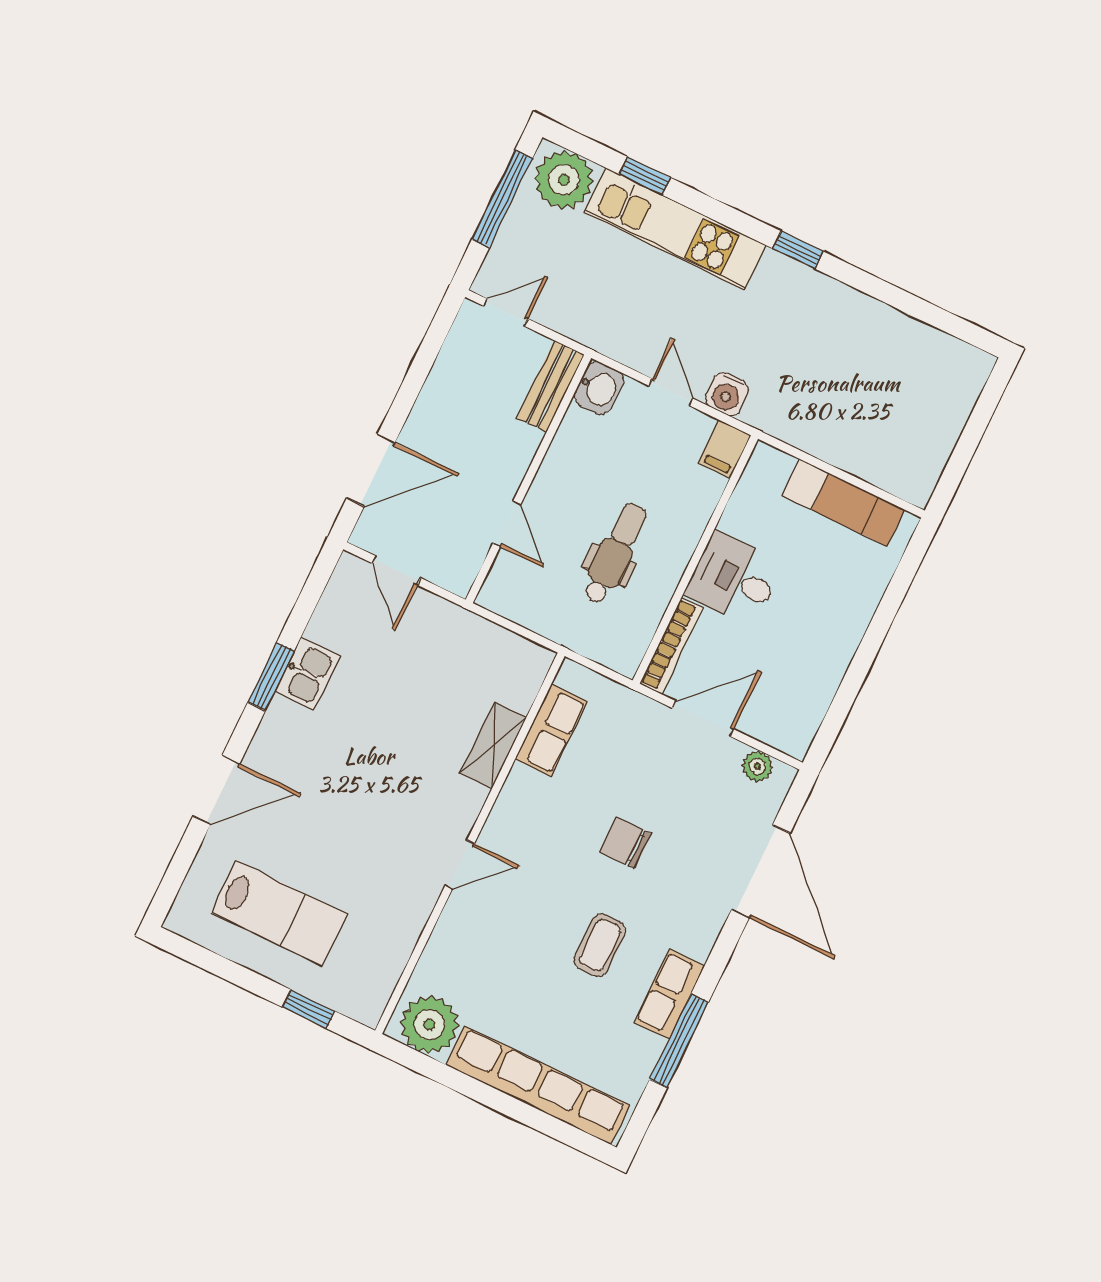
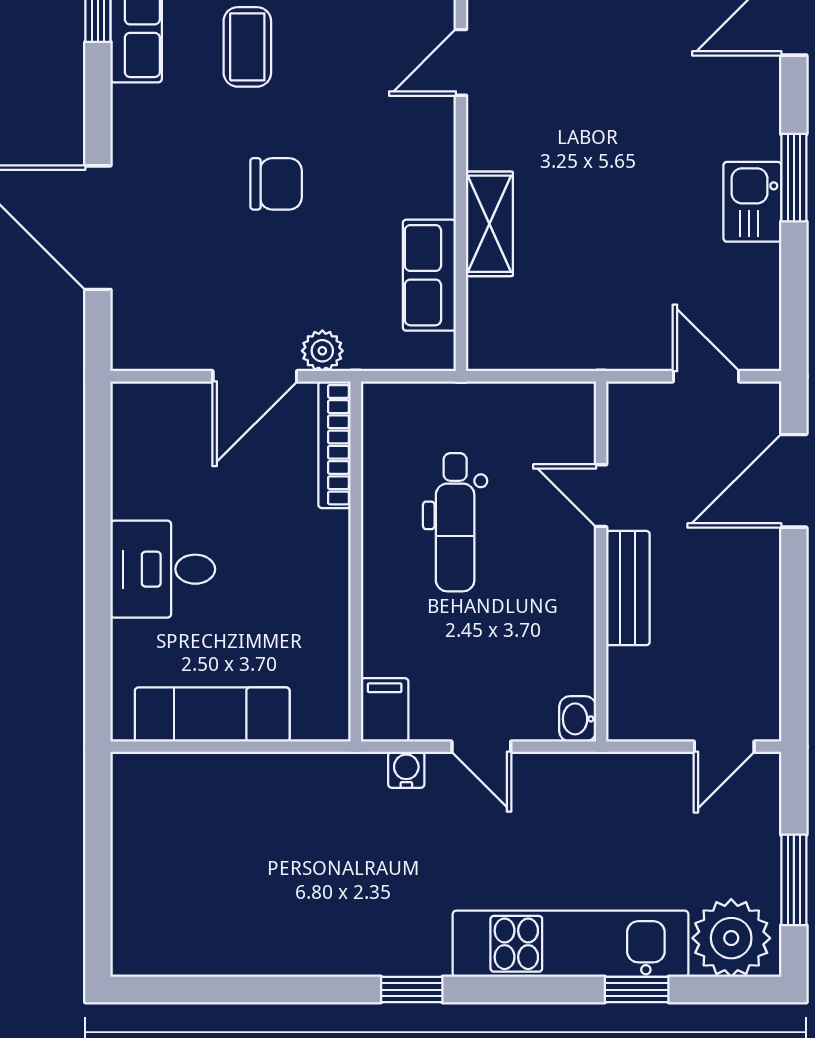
window: (502, 199) -> (794, 880), width x0.69
bench: (551, 386) -> (628, 588), moved
washbasin: (599, 388) -> (578, 719), width x0.72, depth x0.69
water cooler: (727, 394) -> (406, 770), width x0.72, depth x0.72
desk: (734, 579) -> (163, 569), moved, turned 180
plant: (757, 766) -> (322, 351), moved

